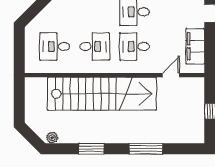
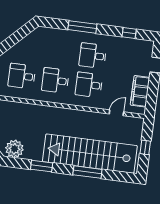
desk: (95, 47) -> (55, 80), turned 180
stairs: (102, 94) -> (90, 154), moved, turned 180
plant: (52, 138) -> (14, 149), width x1.87, depth x1.87

